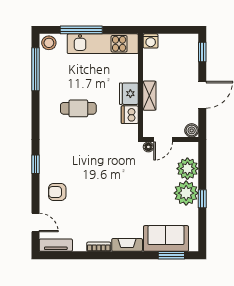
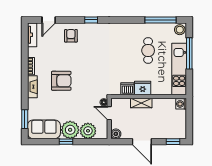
cafe table: (78, 108) -> (148, 50), moved
armchair: (119, 205) -> (61, 81), added
sofa: (166, 238) -> (44, 129), moved, turned -90

